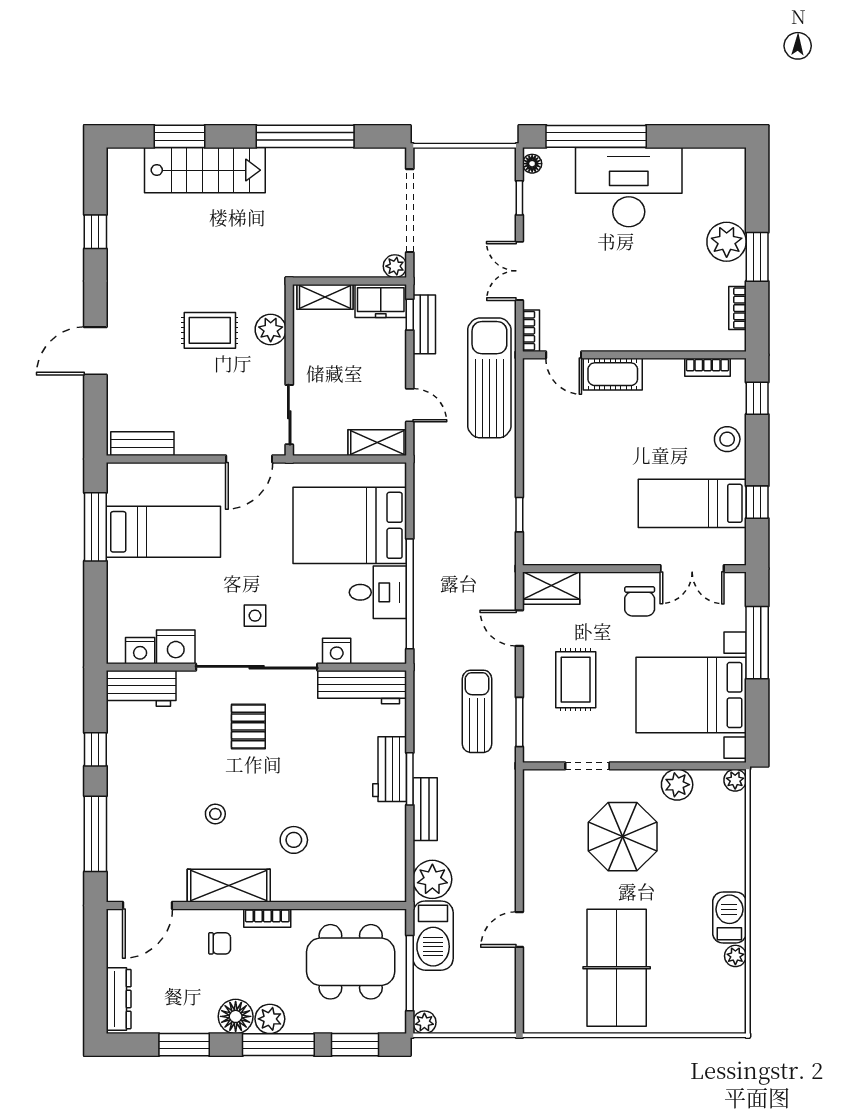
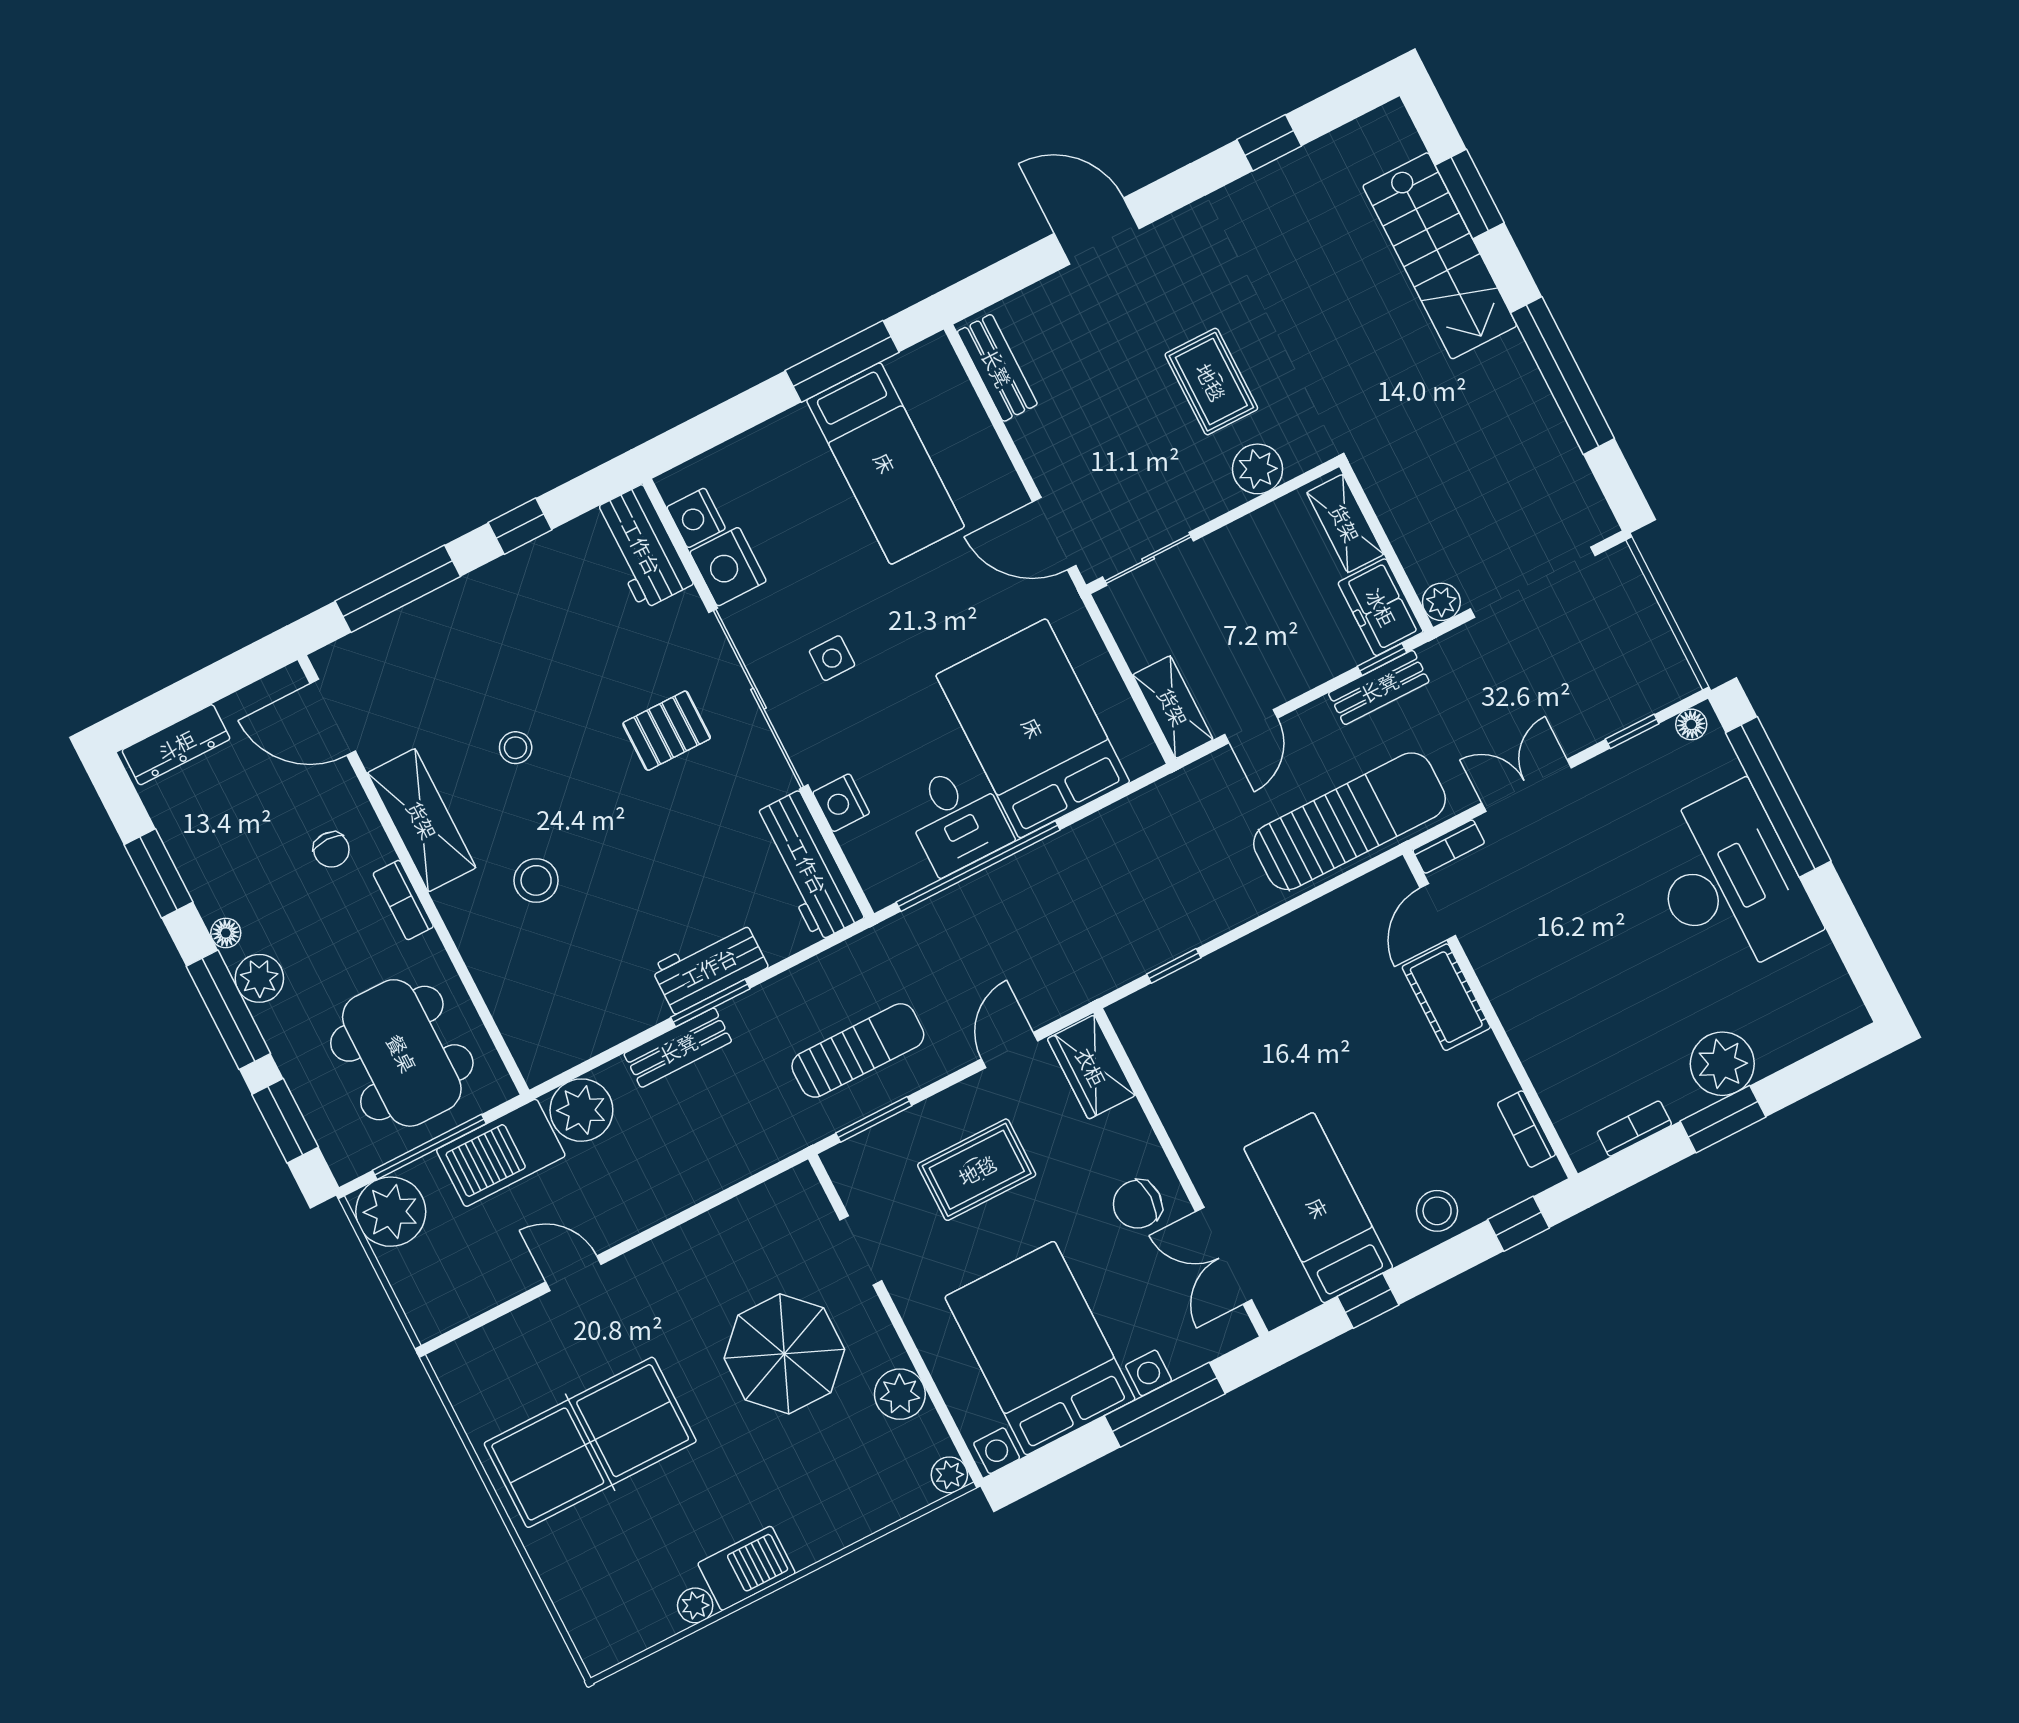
floor lamp: (236, 1016) -> (226, 933), width x0.53, depth x0.53
plant: (424, 1022) -> (391, 1212), width x1.88, depth x1.88

